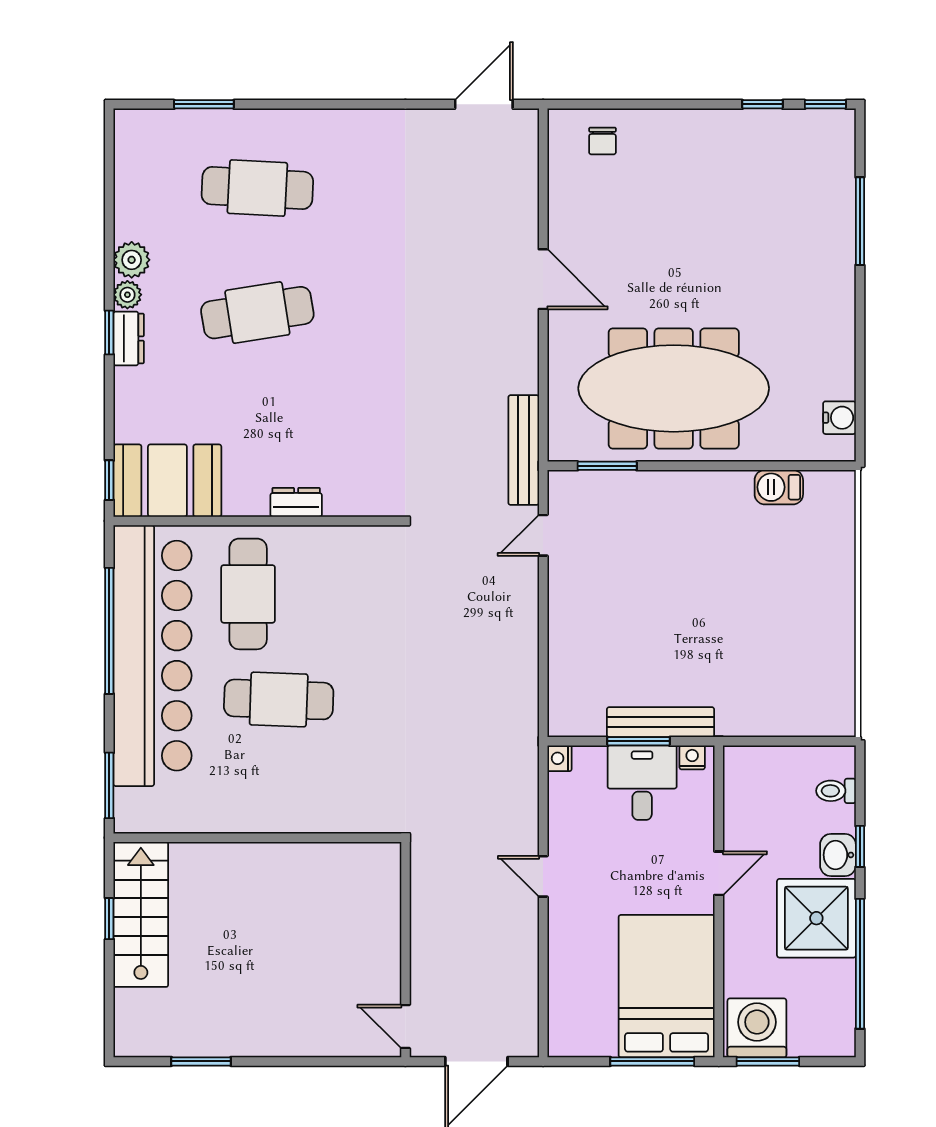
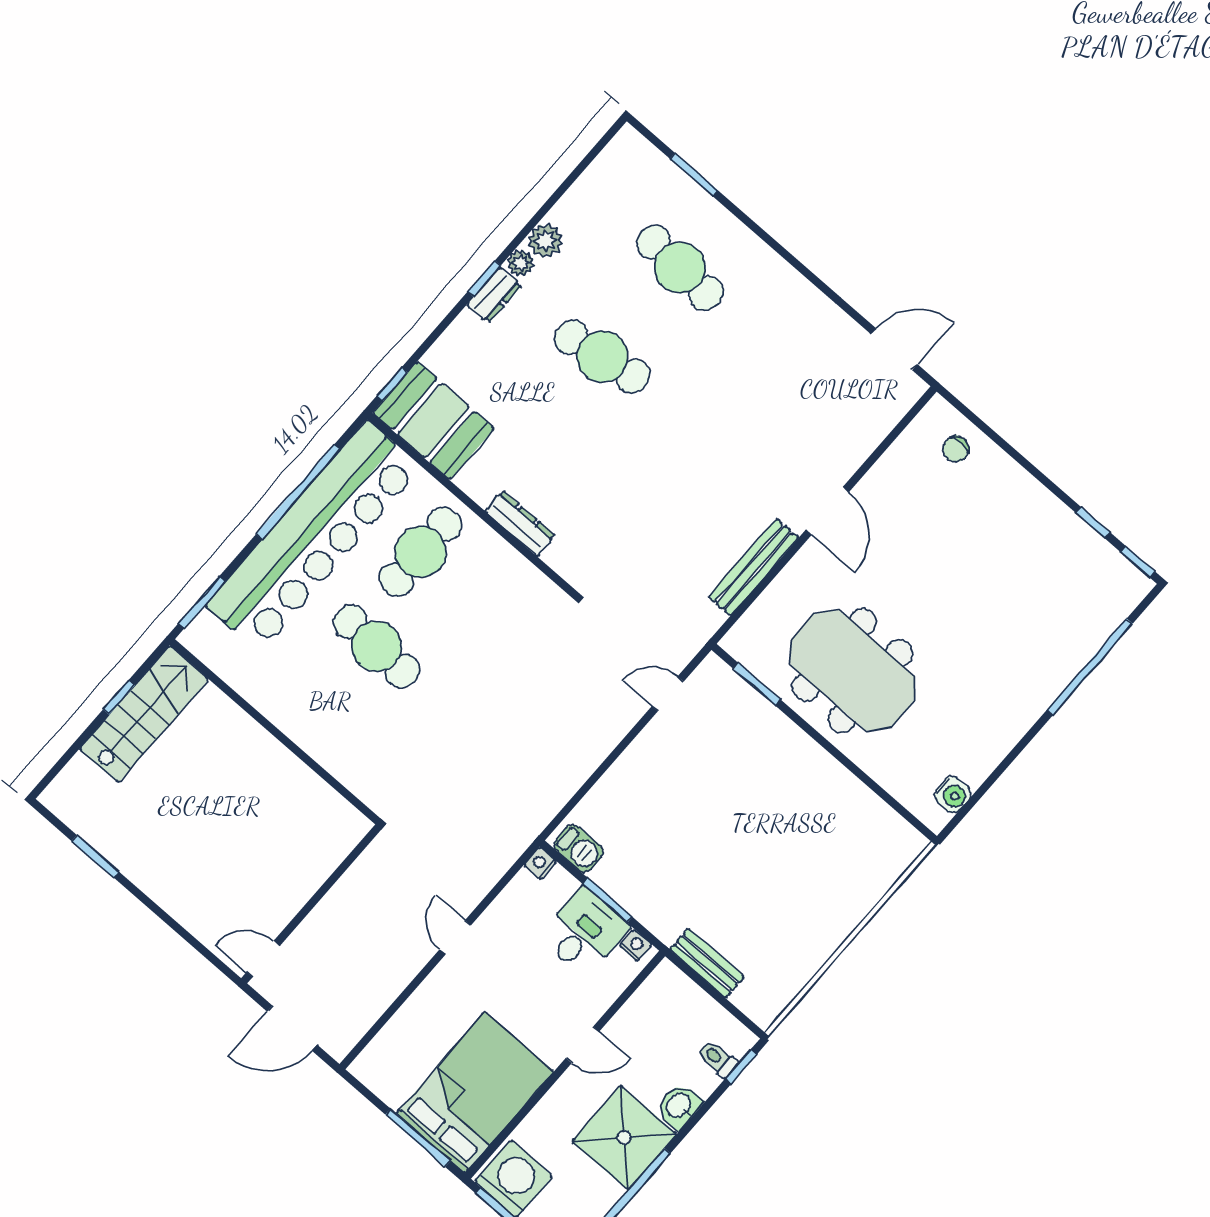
window: (860, 221) -> (1090, 667), width x1.46
meeting table: (674, 388) -> (852, 670), width x0.73
bench: (524, 450) -> (754, 567), moved
barbecue: (779, 487) -> (579, 848), moved, turned 180
dresser: (296, 502) -> (520, 523), width x1.44
bench: (660, 722) -> (707, 963), moved, width x0.73
window: (860, 846) -> (741, 1066), moved
door: (405, 1026) -> (263, 959), hinge flipped

